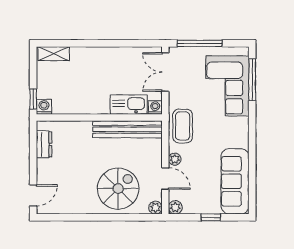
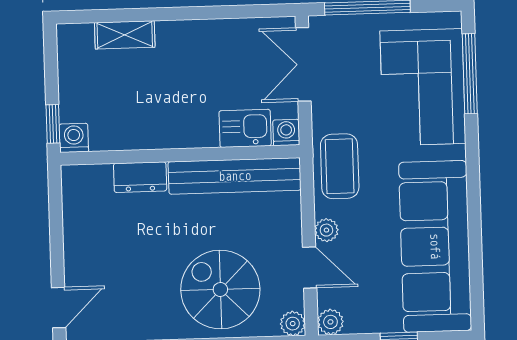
shelving: (54, 54) -> (125, 35), moved
kitchen sink: (129, 105) -> (245, 128), width x0.73
dresser: (44, 144) -> (140, 177), moved, turned 90
sofa: (235, 181) -> (435, 246), width x1.36, depth x1.27
spiral stairs: (118, 189) -> (220, 290), turned -90

